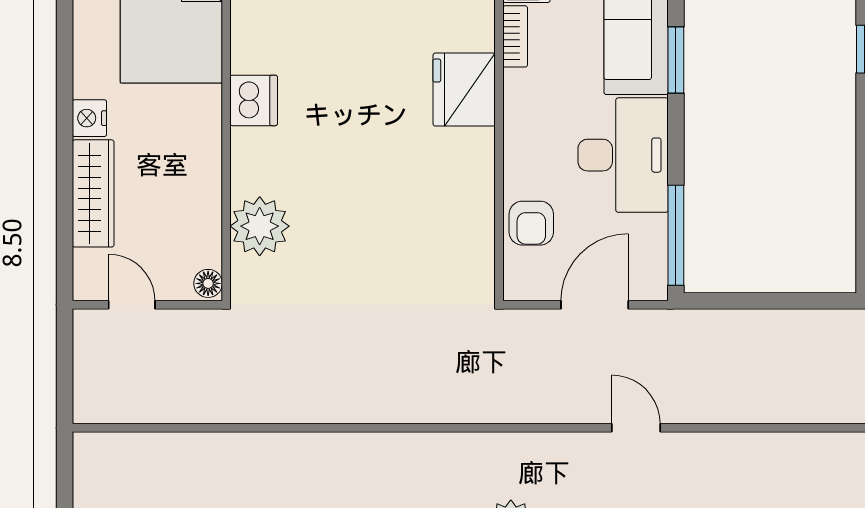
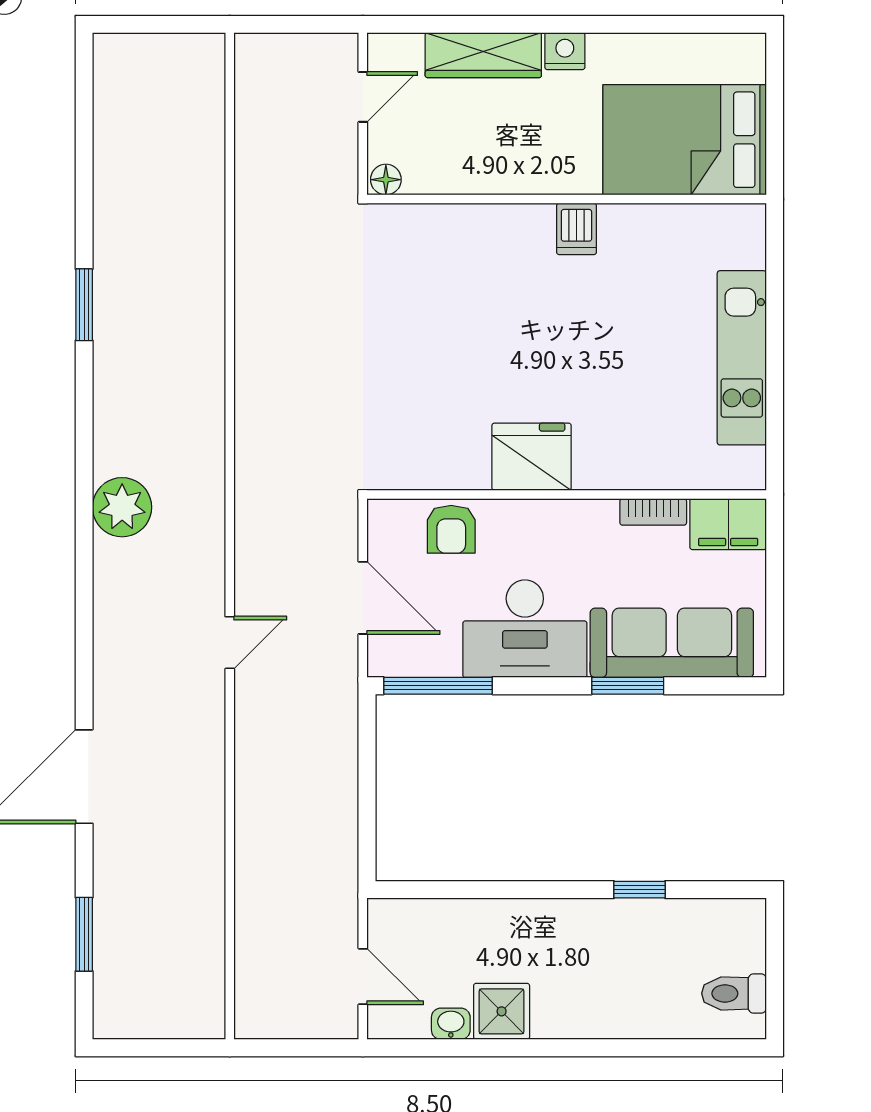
fridge: (464, 90) -> (532, 457), moved
dishwasher: (254, 100) -> (576, 229), width x0.73
armchair: (531, 223) -> (451, 529), turned -90
plant: (260, 226) -> (448, 235), removed

